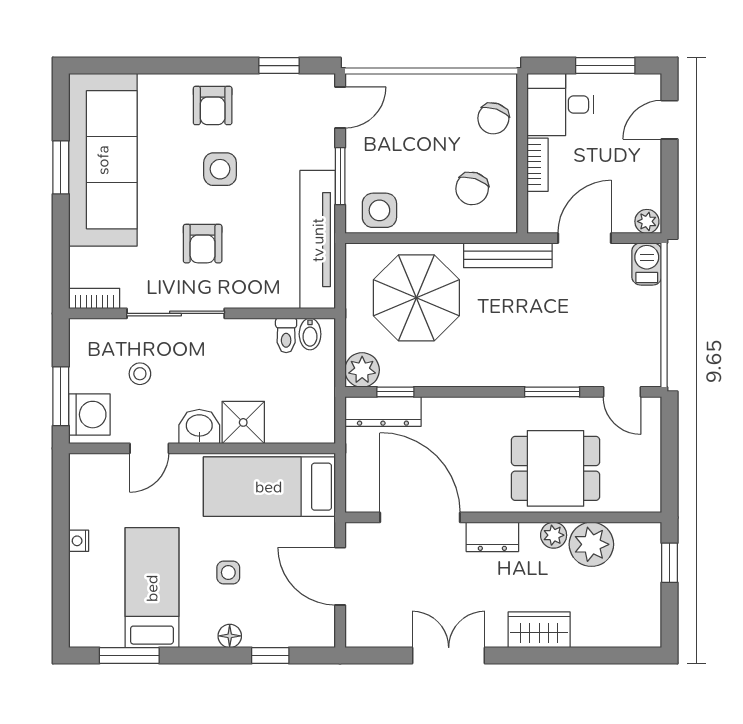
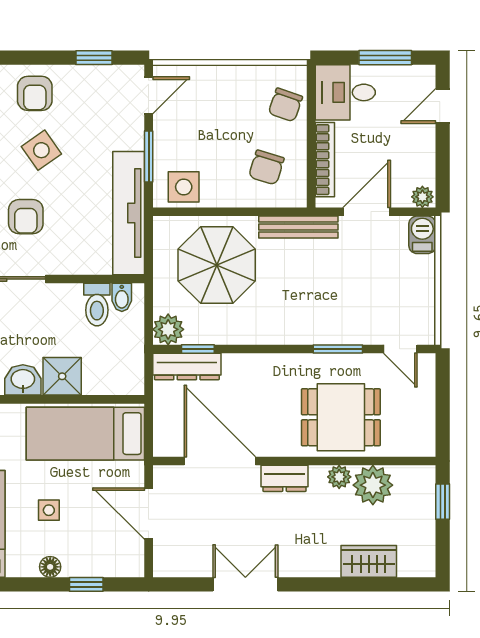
bookcase: (537, 165) -> (325, 160), width x1.56
side table: (220, 169) -> (41, 150), turned -35
toilet: (286, 335) -> (97, 305), width x1.37, depth x1.39
wardrobe: (539, 630) -> (369, 561), moved

